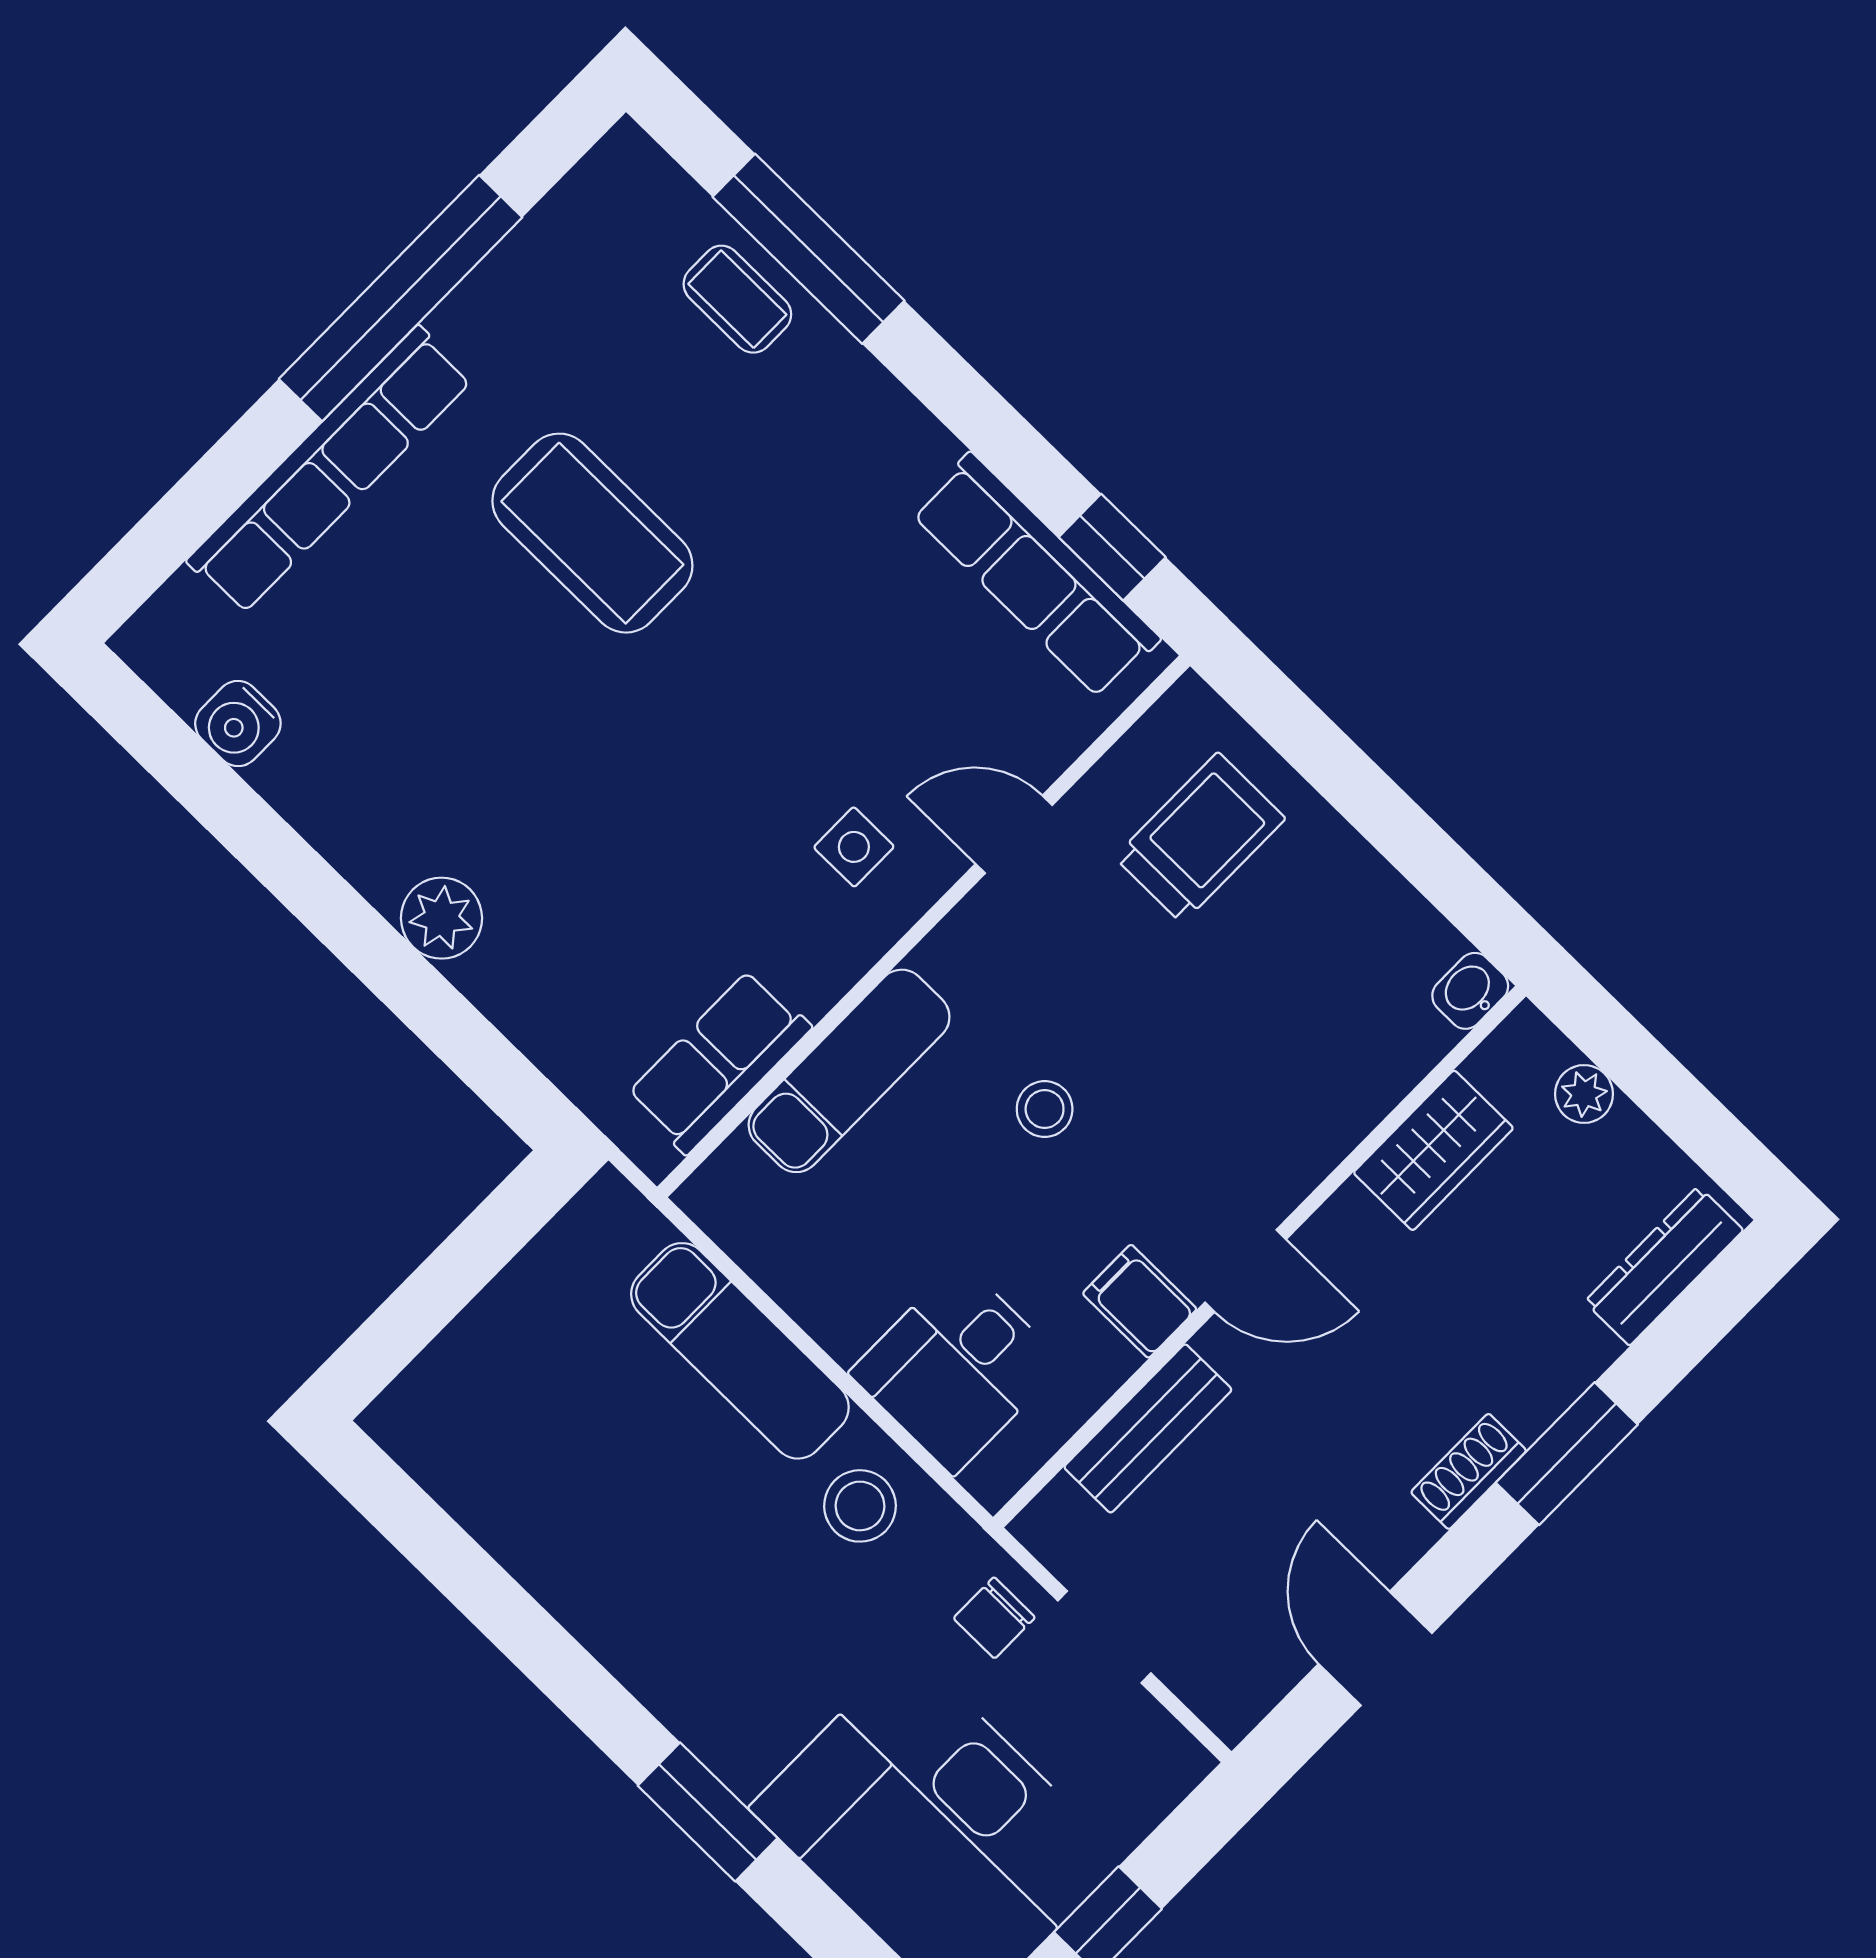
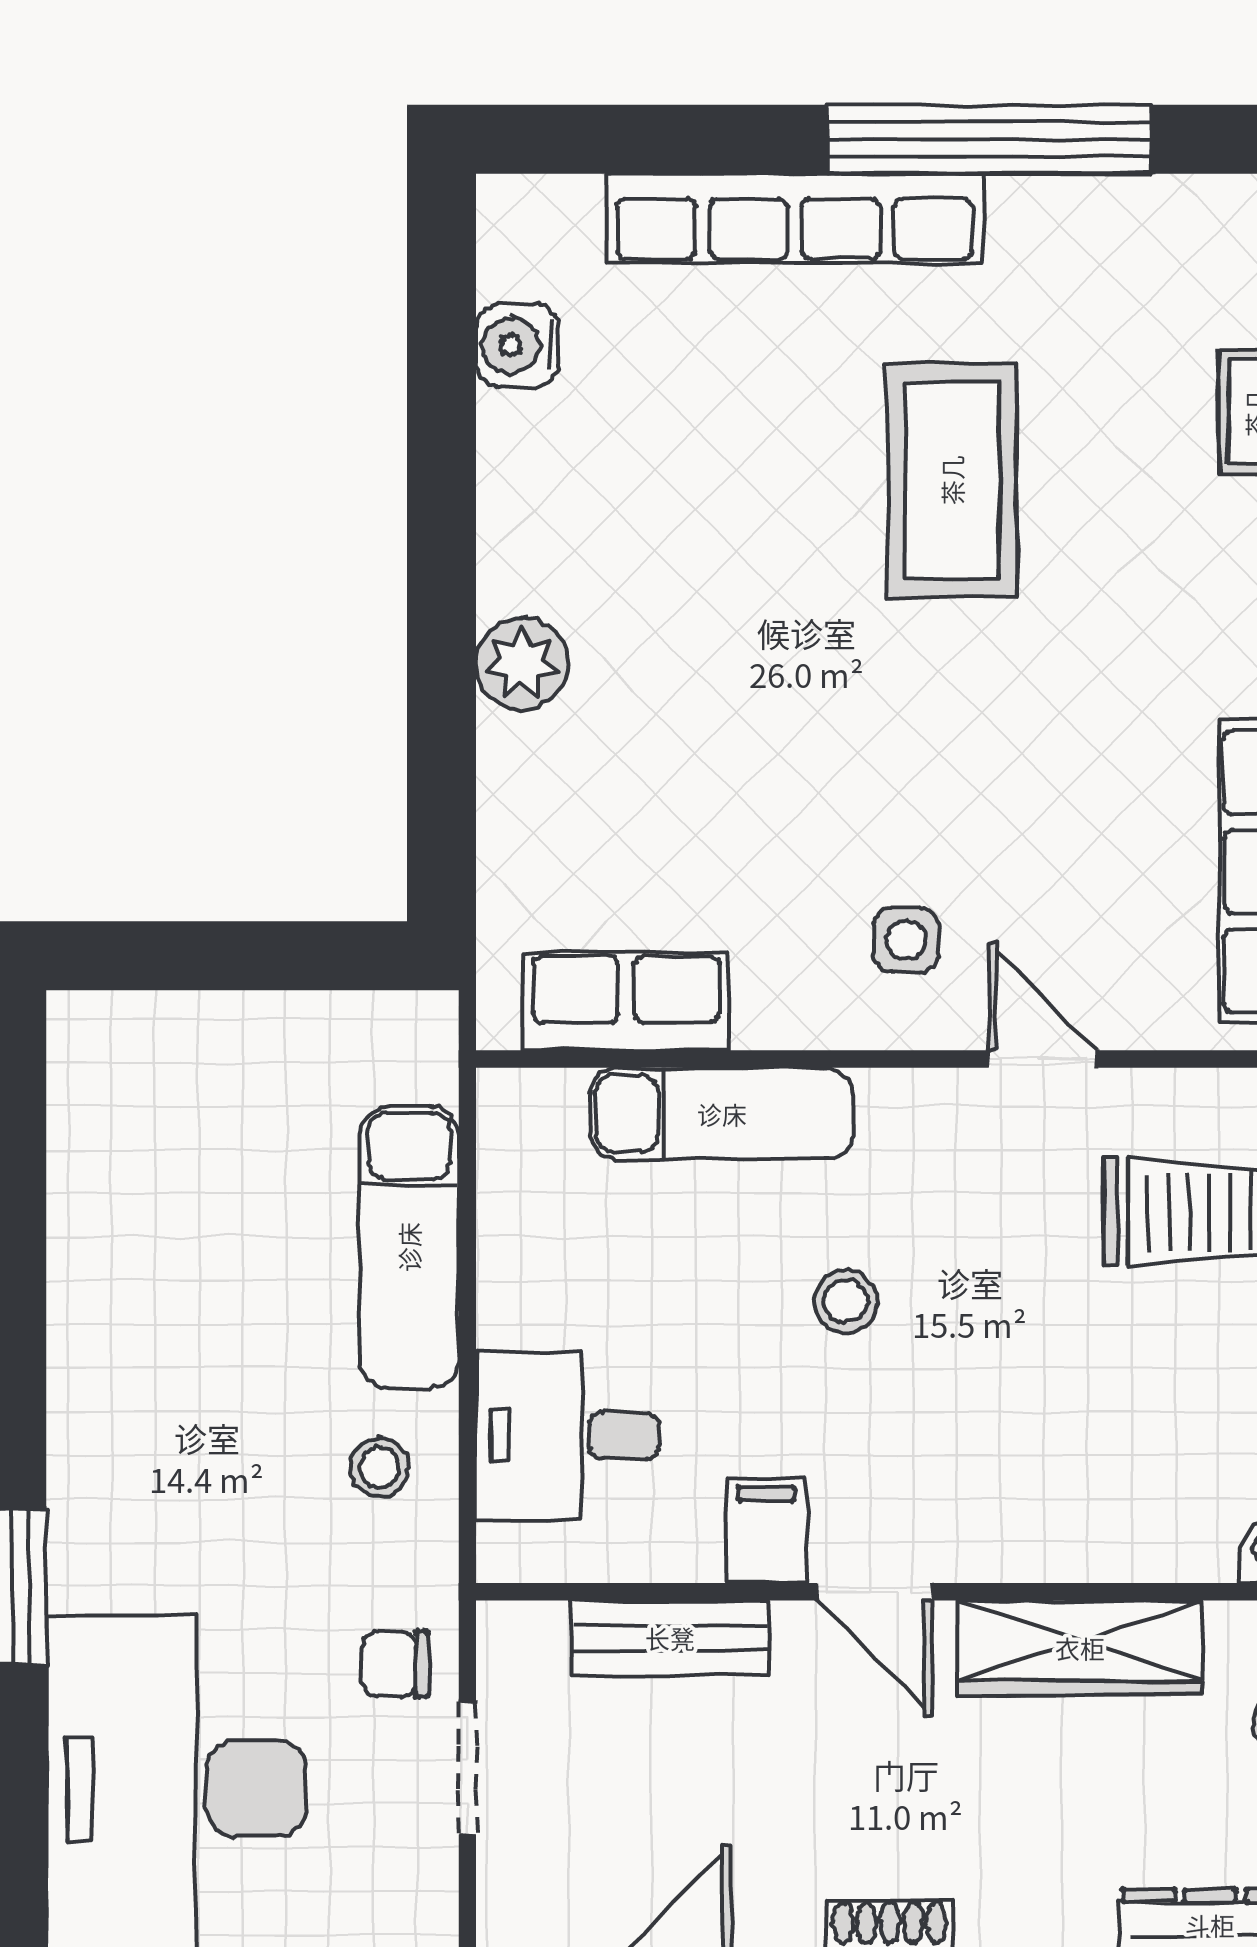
wardrobe: (1433, 1150) -> (1080, 1648), width x1.50
stool: (860, 1506) -> (379, 1467), width x0.73, depth x0.73

